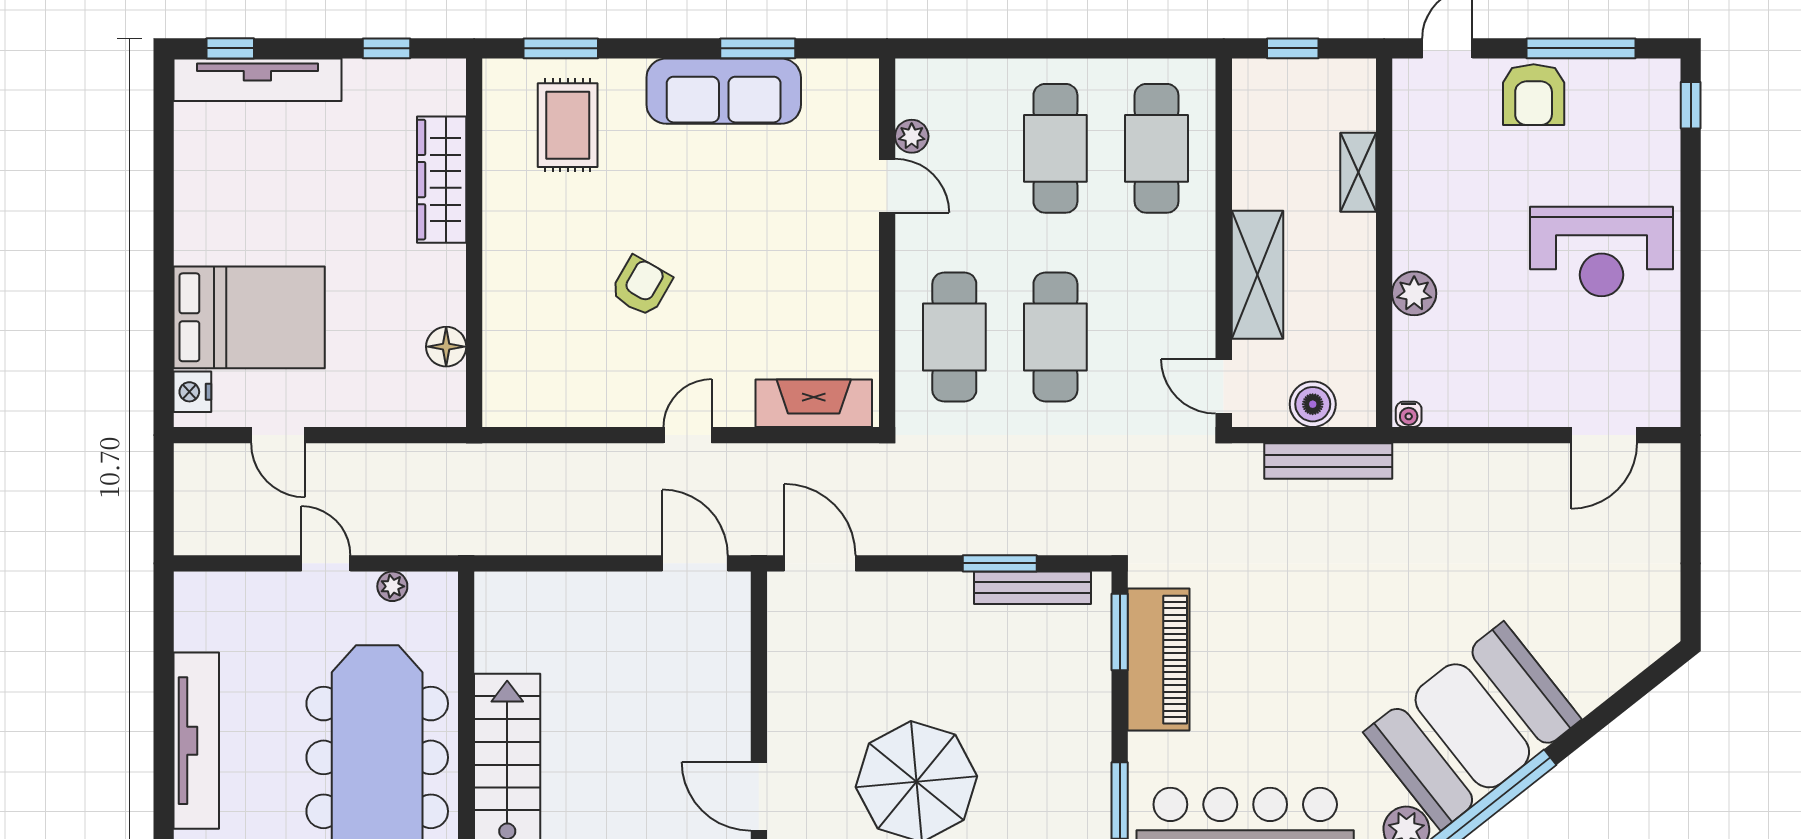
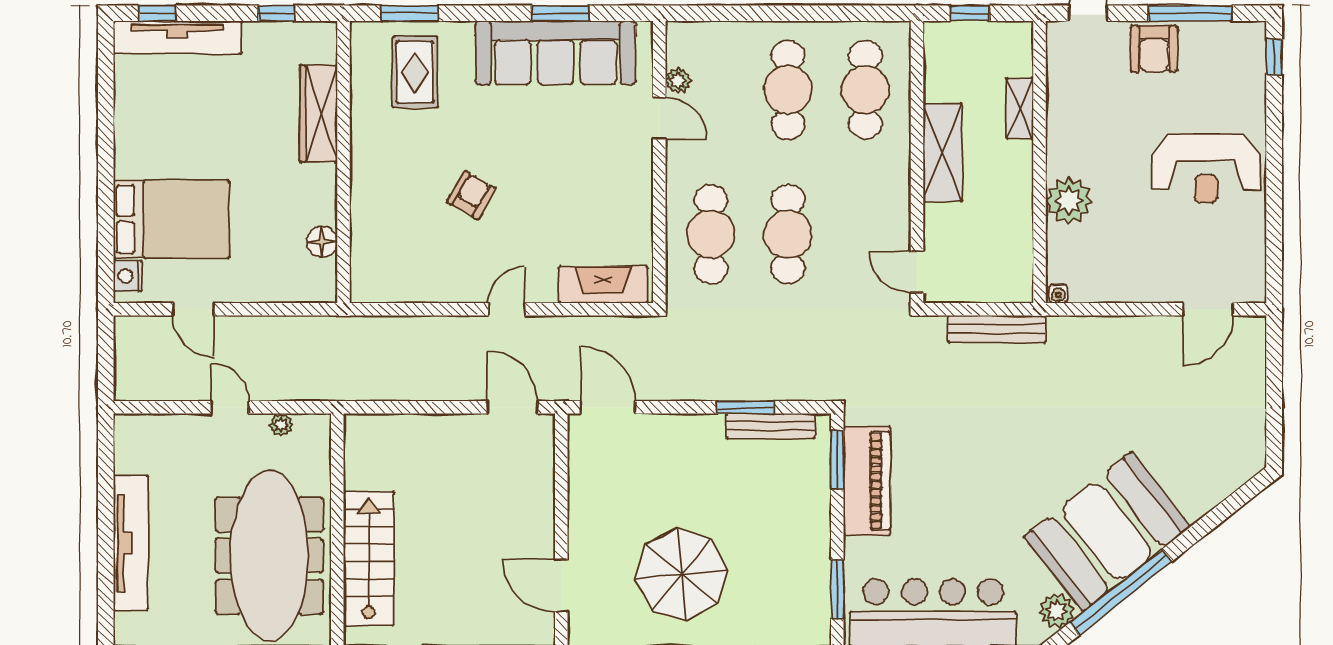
sofa: (724, 91) -> (556, 53), width x1.36, depth x1.27
shelving: (1257, 275) -> (943, 152), moved
plant: (1414, 293) -> (1069, 201), width x1.36, depth x1.36
boiler: (1313, 404) -> (985, 286), removed

